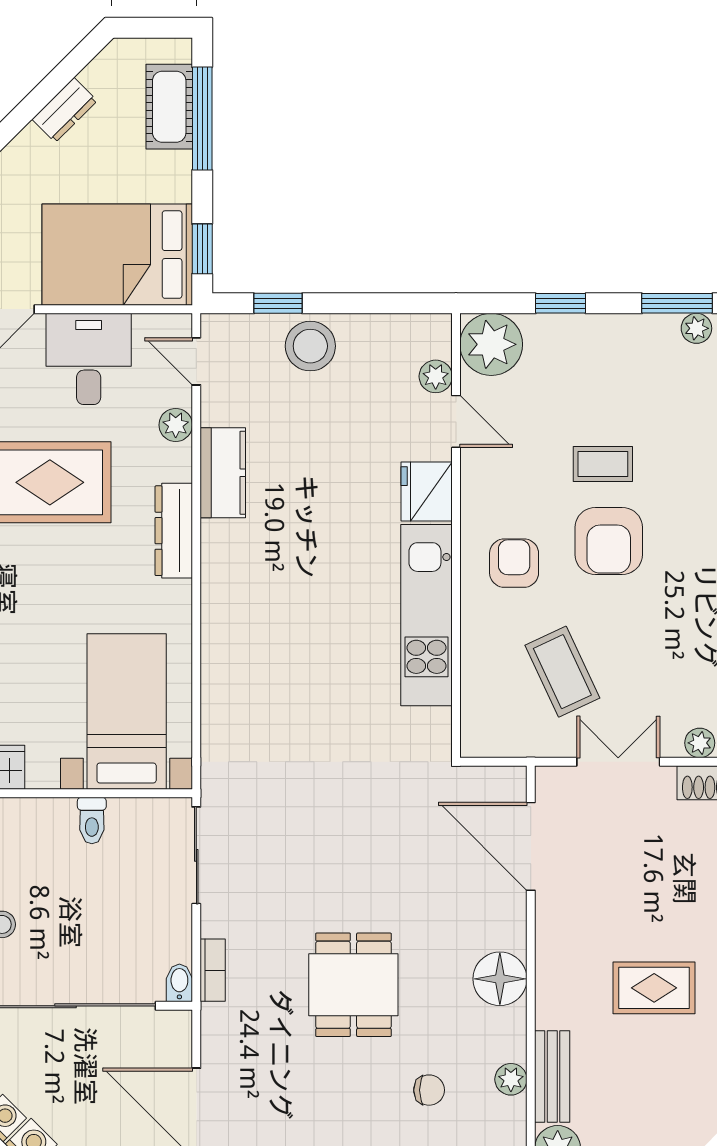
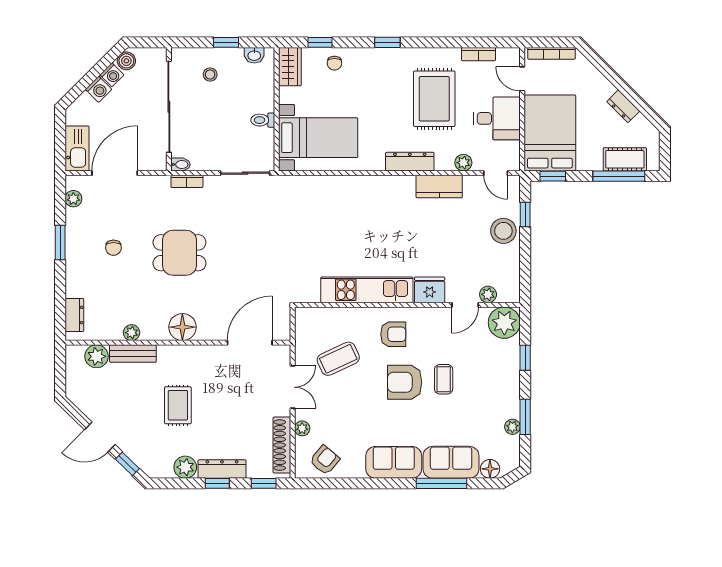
door: (196, 361) -> (496, 173), swing flipped
chair: (429, 1090) -> (113, 248), moved

